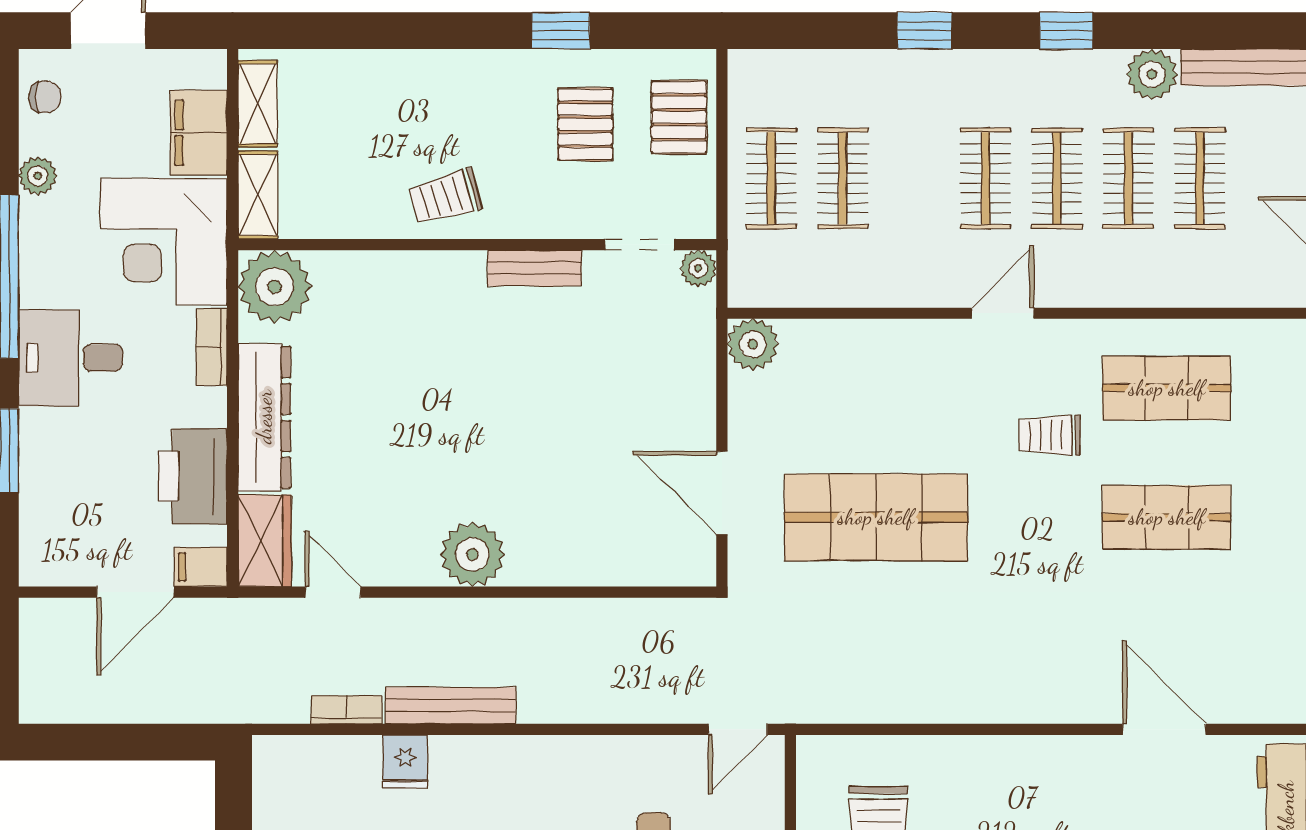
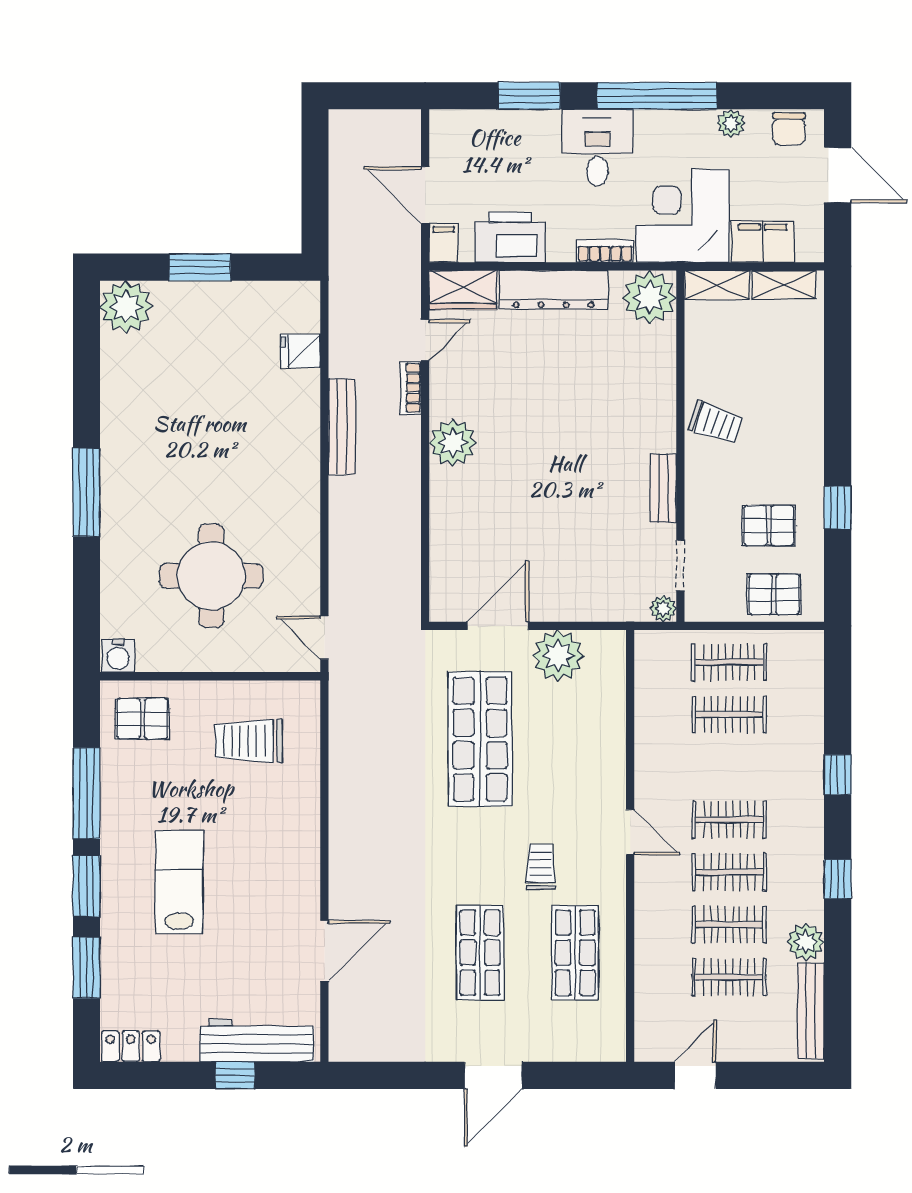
chair: (45, 97) -> (789, 129), width x1.37, depth x1.37
trolley: (445, 197) -> (716, 423), turned 125
plant: (753, 344) -> (558, 656), moved, width x1.36, depth x1.36
bookcase: (346, 710) -> (411, 388), moved, turned 180
fridge: (405, 762) -> (301, 351), moved

